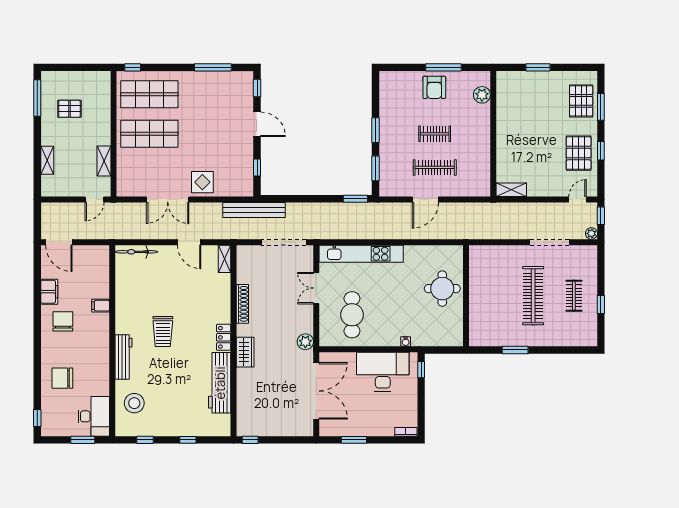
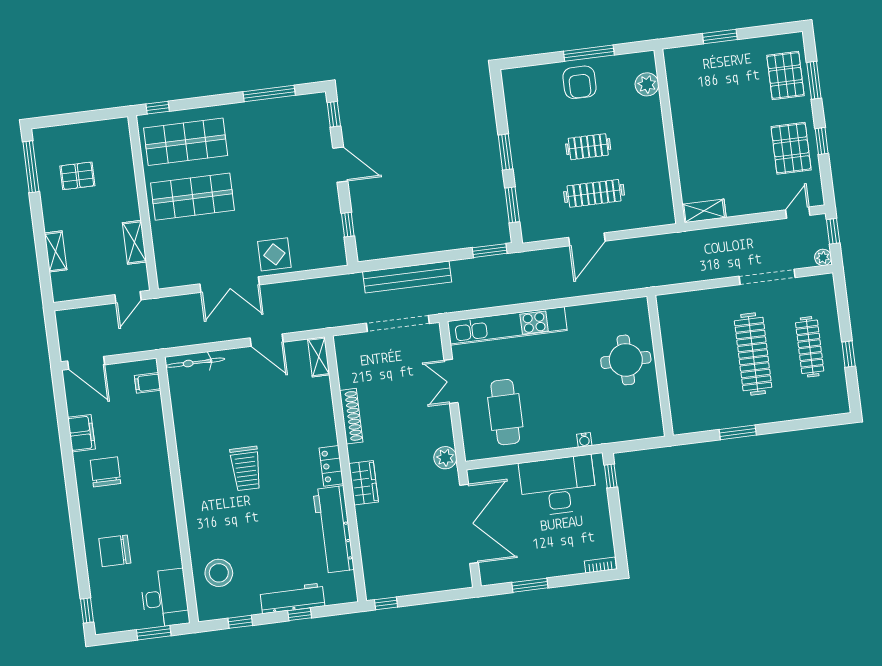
bench: (254, 210) -> (407, 277), moved
clothes rail: (574, 296) -> (810, 347), width x1.36
filing cabinet: (101, 306) -> (147, 383), moved
workbench: (123, 357) -> (292, 598), moved, turned -90

